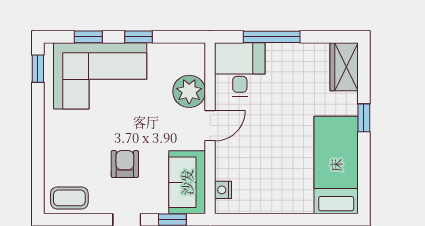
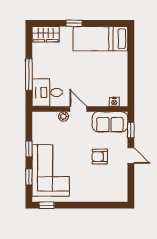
plant: (189, 91) -> (63, 116), width x0.53, depth x0.53
coffee table: (69, 198) -> (119, 188), removed

